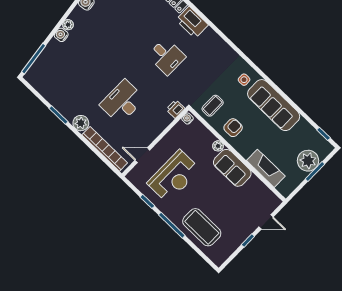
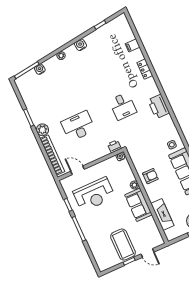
printer: (192, 22) -> (159, 106), moved
water cooler: (61, 35) -> (40, 69), moved
coffee table: (213, 106) -> (142, 155), removed
coffee table: (202, 227) -> (123, 245), moved

